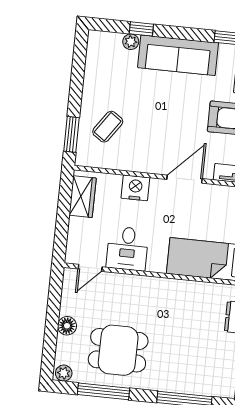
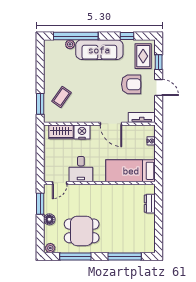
window: (141, 29) -> (76, 36), width x3.17
door: (185, 179) -> (111, 124), swing flipped
wardrobe: (83, 197) -> (61, 132), moved, turned 90
window: (54, 299) -> (40, 204), added

